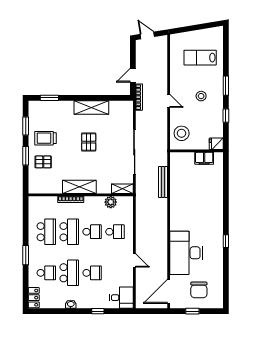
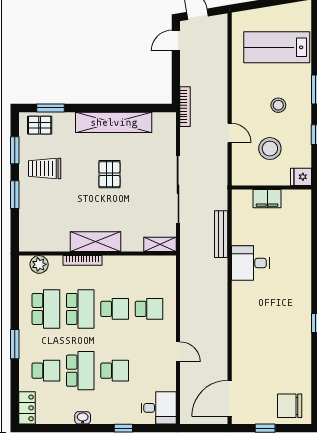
lab bench: (200, 58) -> (277, 47), width x1.36, depth x1.39
door: (133, 75) -> (176, 41), moved
door: (169, 101) -> (230, 133), moved
shelving: (91, 107) -> (114, 122), width x1.47
stool: (182, 133) -> (270, 149), moved
filing cabinet: (204, 158) -> (267, 199), moved
pallet: (43, 162) -> (40, 125), moved
plant: (111, 202) -> (39, 264), moved
desk: (186, 253) -> (250, 263), moved, width x0.53, depth x0.77
chair: (199, 290) -> (290, 406), moved, turned 90

